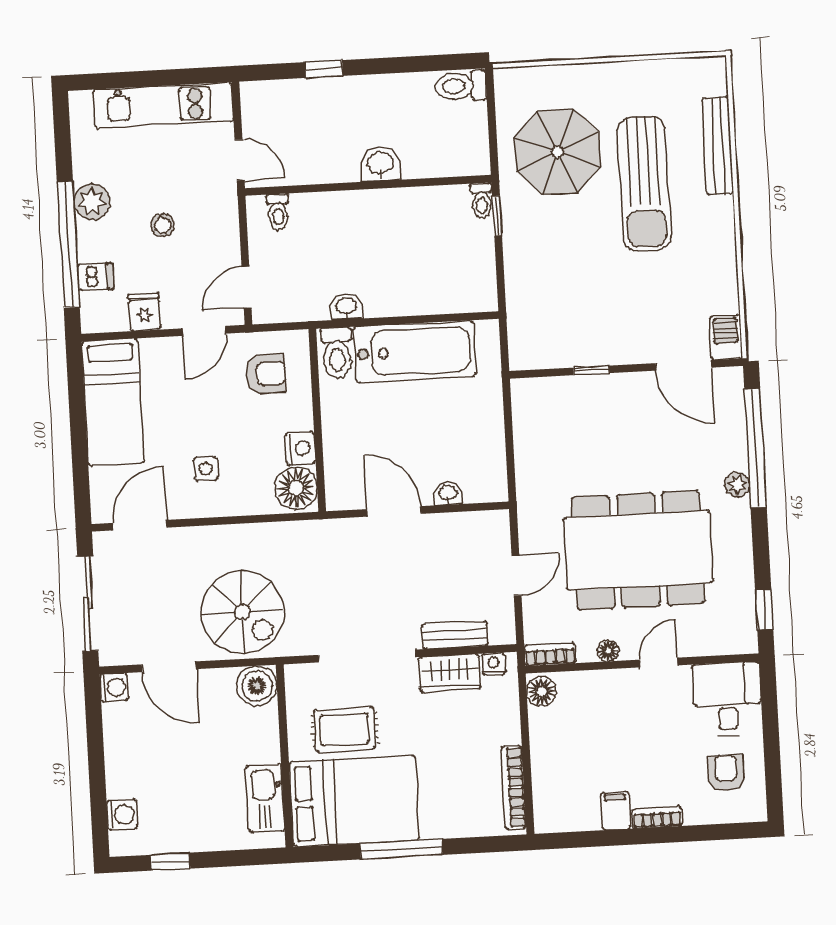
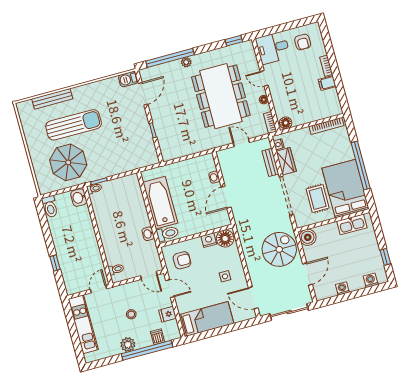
washbasin: (380, 164) -> (79, 198), moved
armchair: (266, 374) -> (182, 260), turned 90
washing machine: (114, 687) -> (342, 288), moved
armchair: (726, 773) -> (303, 42), turned -90
window: (401, 849) -> (361, 166), width x1.46

